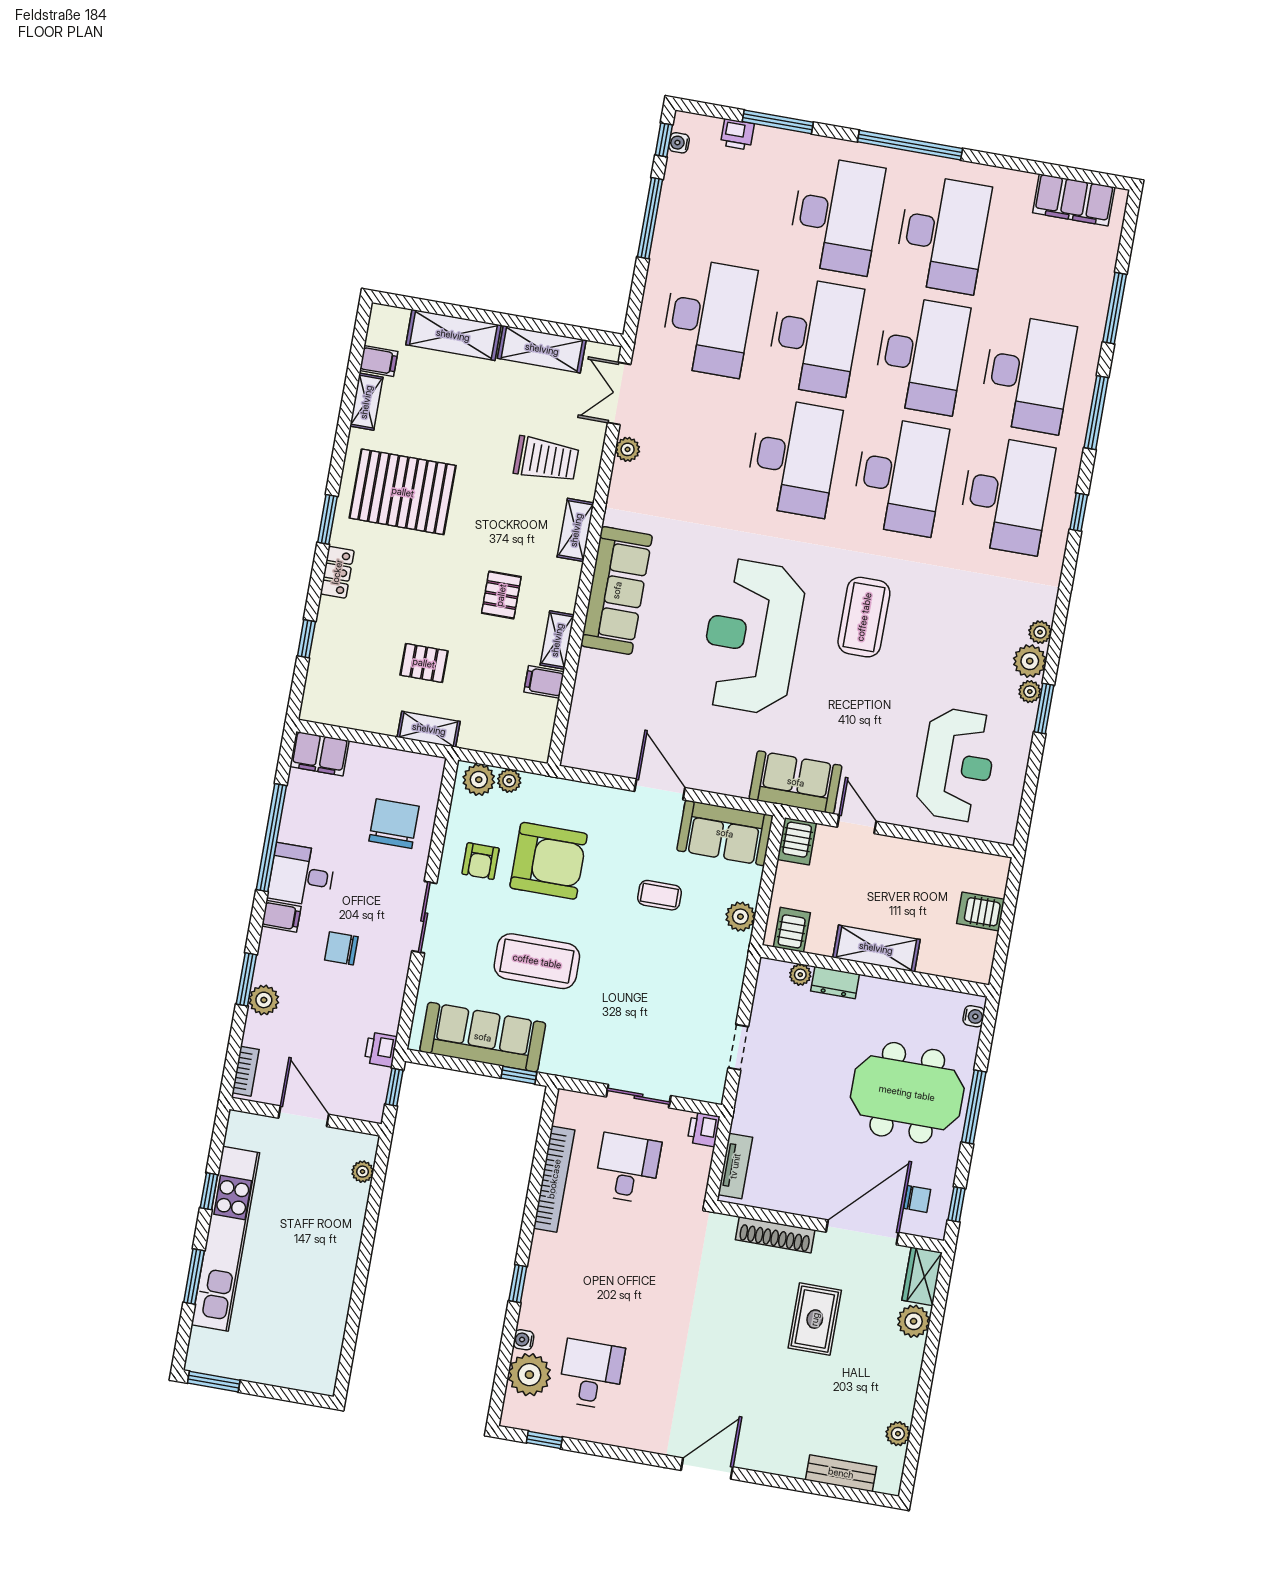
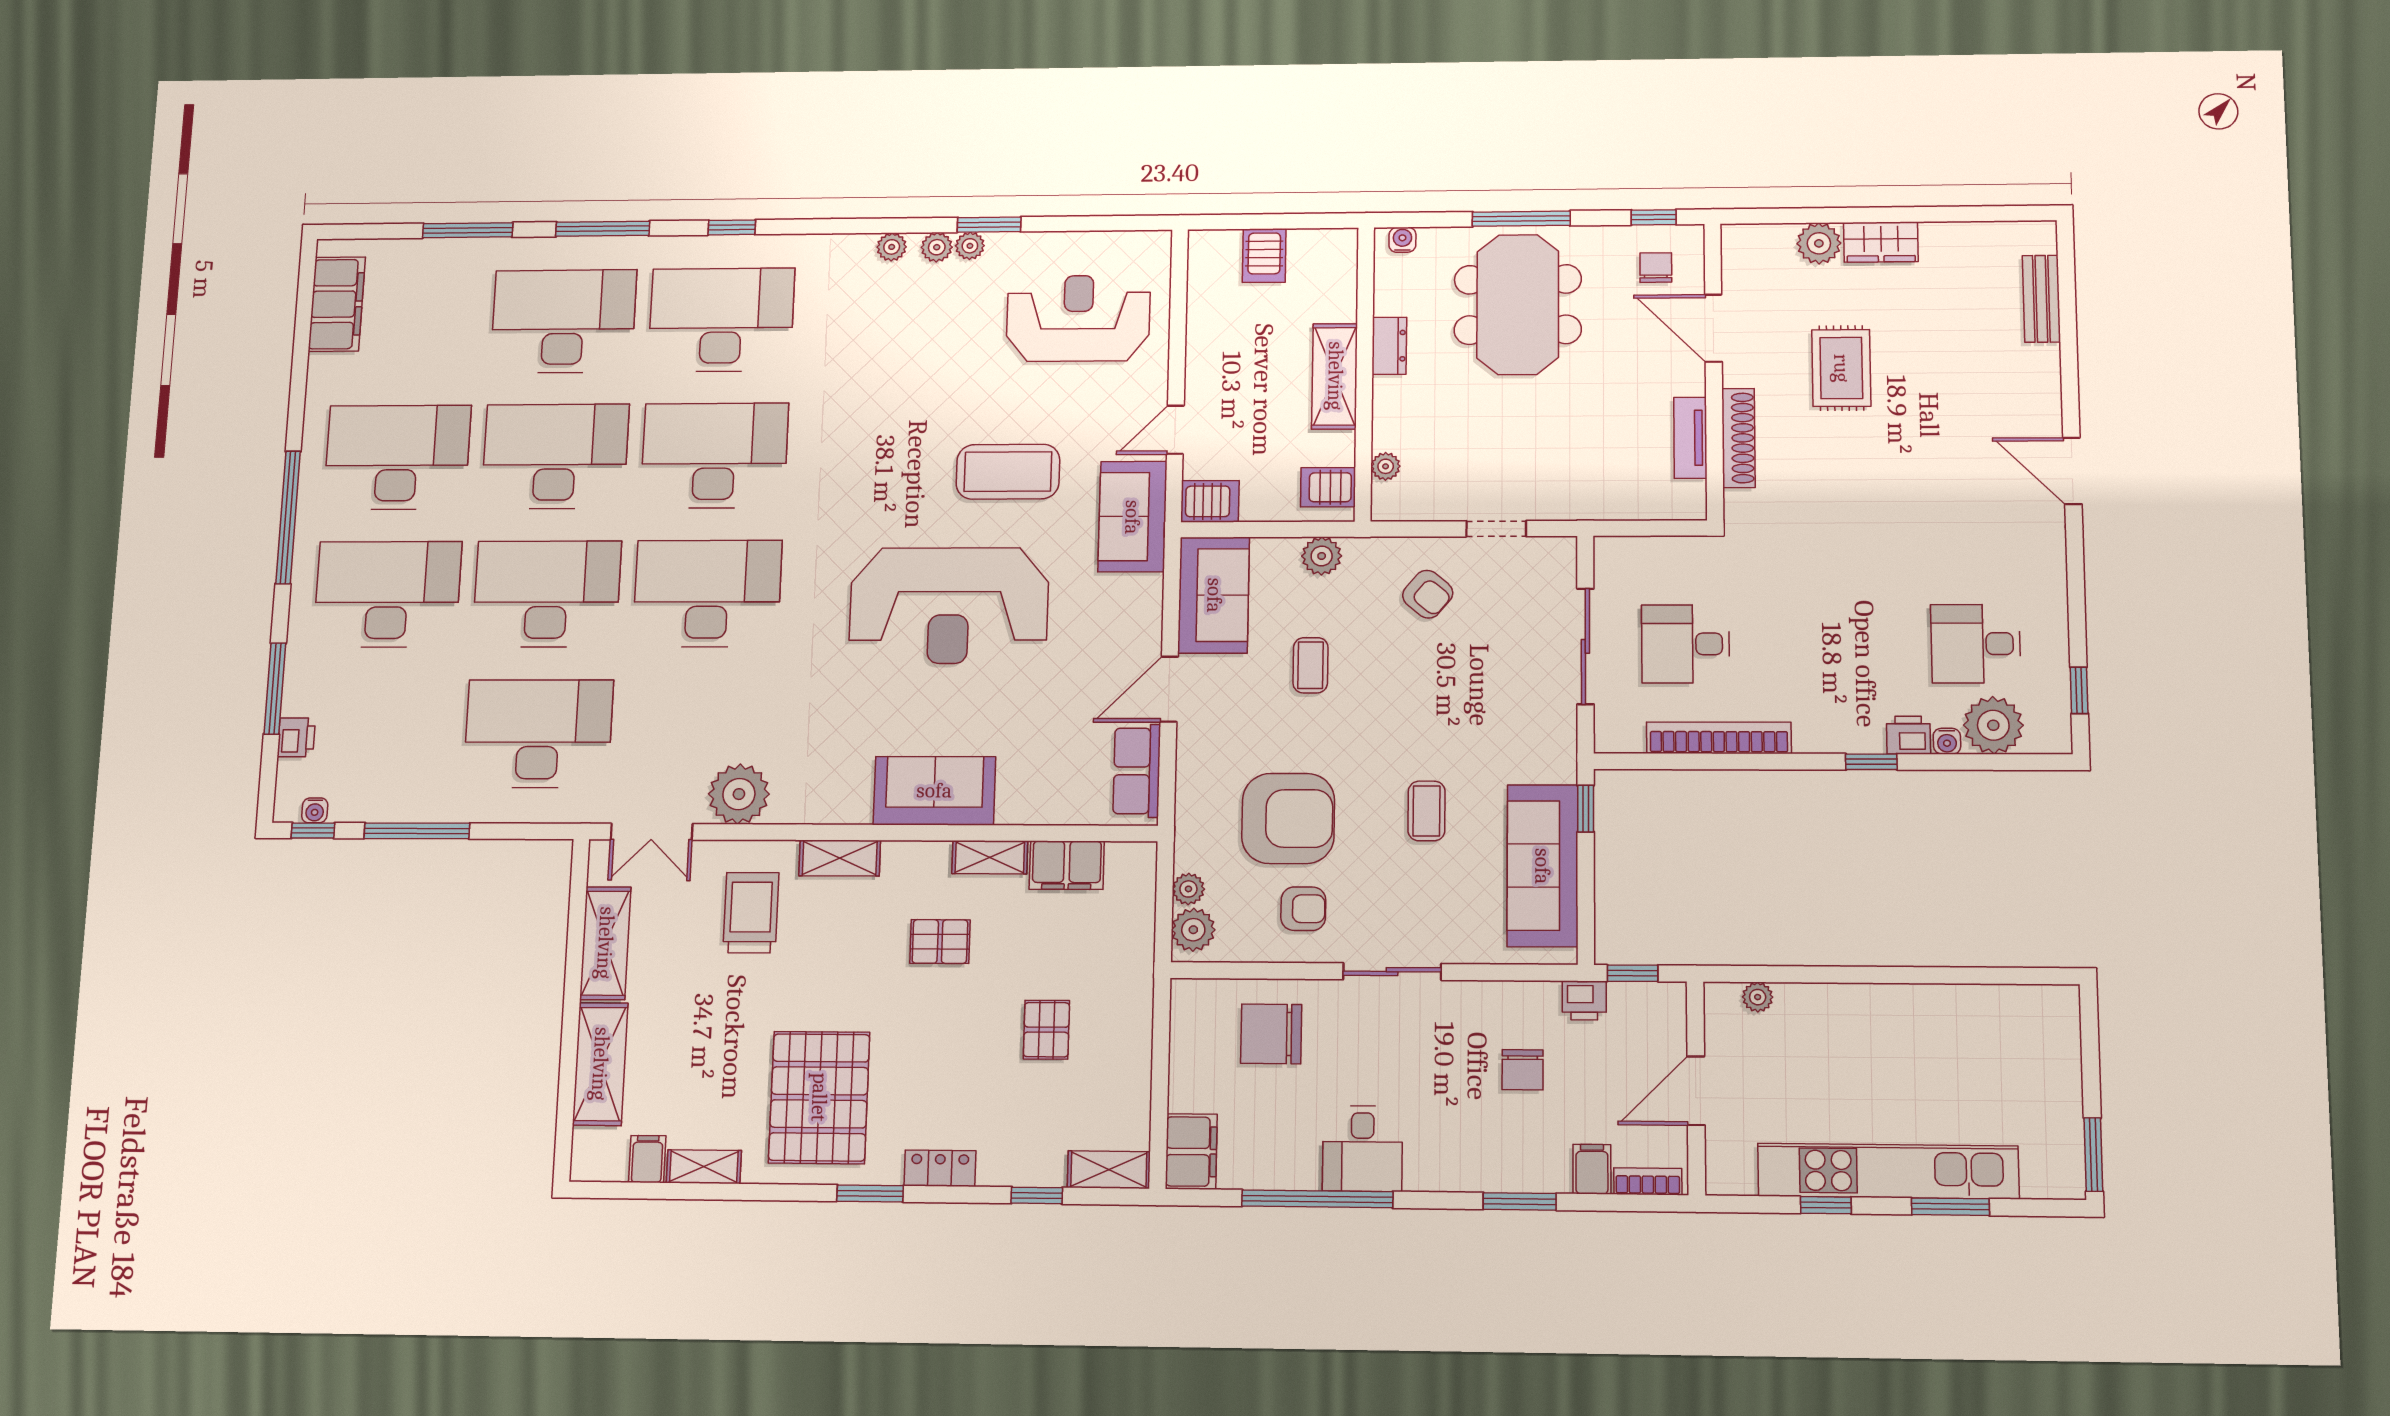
plant: (628, 449) -> (739, 794), width x1.87, depth x1.87
sofa: (617, 590) -> (934, 791), width x0.73
coffee table: (864, 617) -> (1008, 472), moved
plant: (1030, 661) -> (937, 247), width x0.73, depth x0.73
filing cabinet: (544, 682) -> (1067, 865), width x2.00
shelving: (429, 729) -> (1109, 1170), moved, turned 90
row of seats: (603, 757) -> (1137, 771), added
armchair: (549, 861) -> (1288, 818), turned 90
filing cabinet: (281, 916) -> (1592, 1169), moved
chair: (341, 948) -> (1523, 1070), moved
coffee table: (537, 961) -> (1426, 811), width x0.54, depth x0.58
dresser: (835, 983) -> (1389, 346), moved
armchair: (698, 989) -> (1428, 594), added
plant: (264, 1000) -> (1544, 1172), removed
sliding door: (638, 1096) -> (1585, 646), width x1.37
printer: (704, 1129) -> (1908, 735), moved, turned 180
tv unit: (735, 1166) -> (1690, 438), moved, turned -90
door: (862, 1232) -> (1713, 328), width x0.73
wardrobe: (922, 1276) -> (1881, 242), moved
rug: (815, 1319) -> (1841, 368), turned 90
plant: (898, 1434) -> (1973, 237), removed

